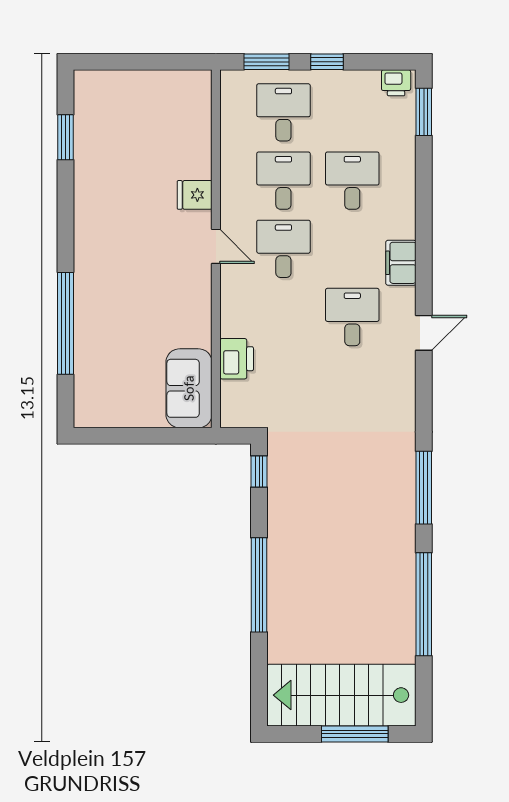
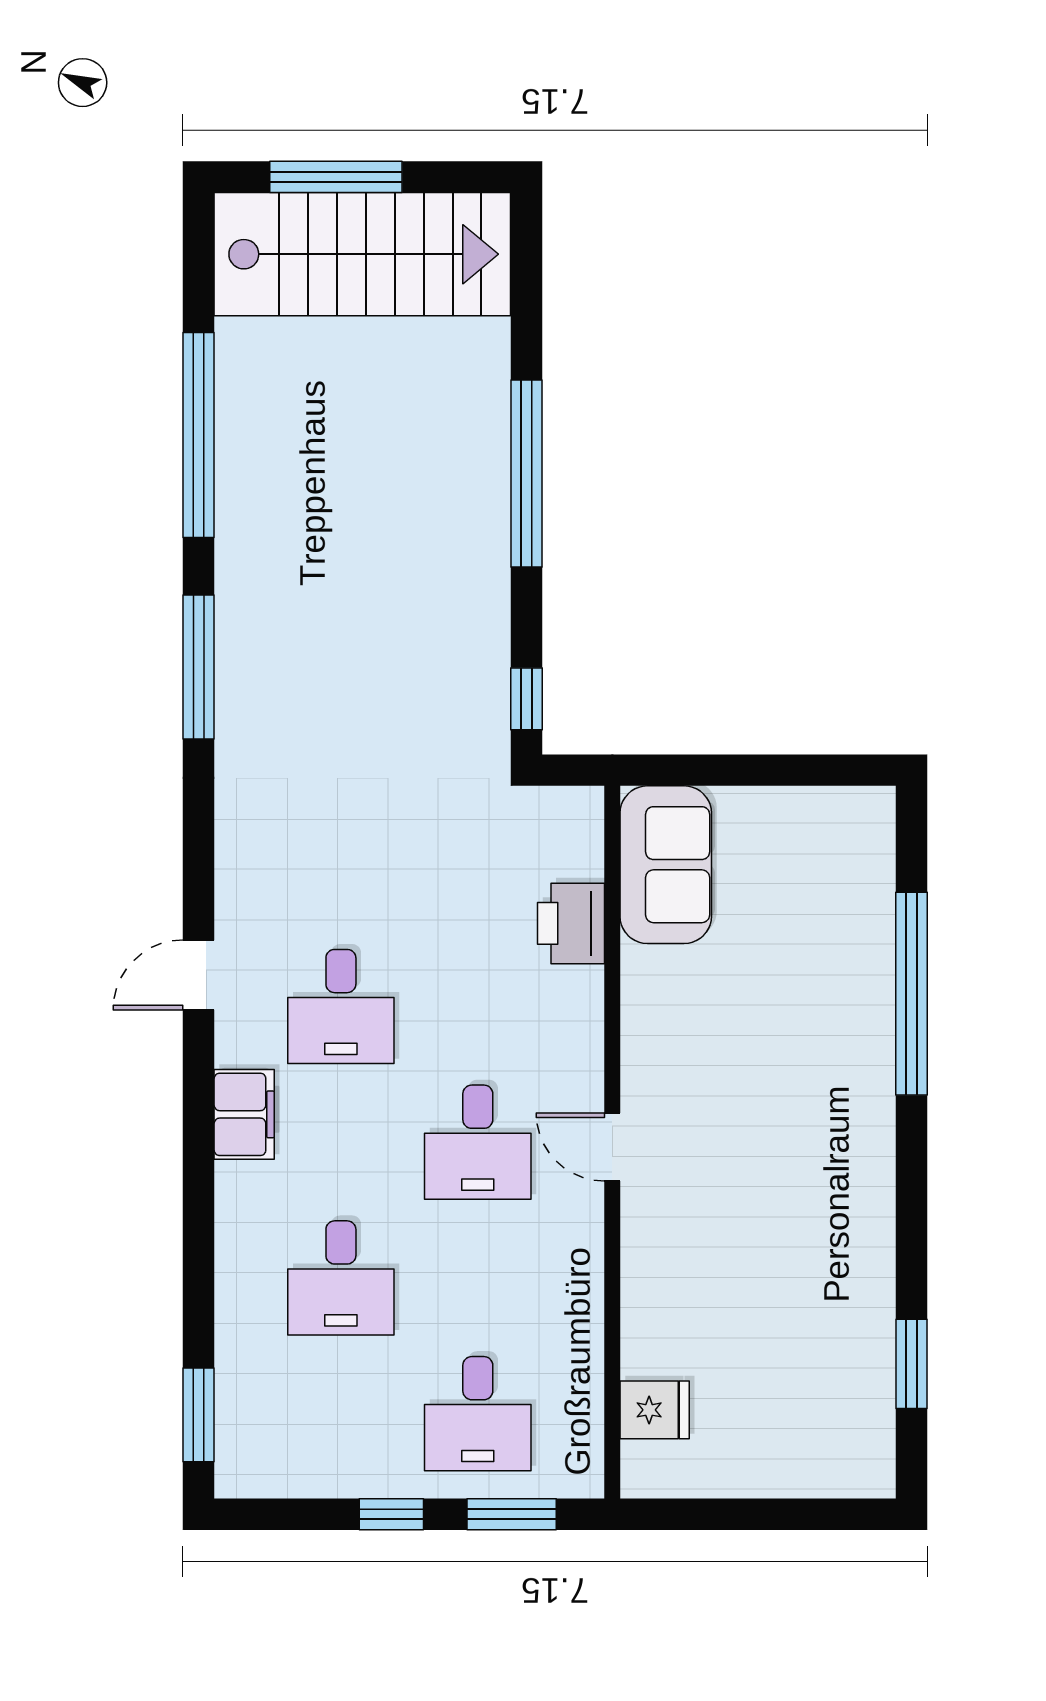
printer: (396, 83) -> (254, 1472), removed
desk: (283, 181) -> (478, 1278), removed
fridge: (195, 195) -> (655, 1410), moved

